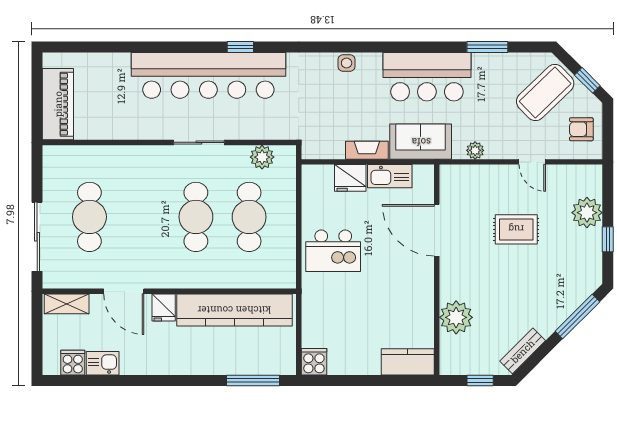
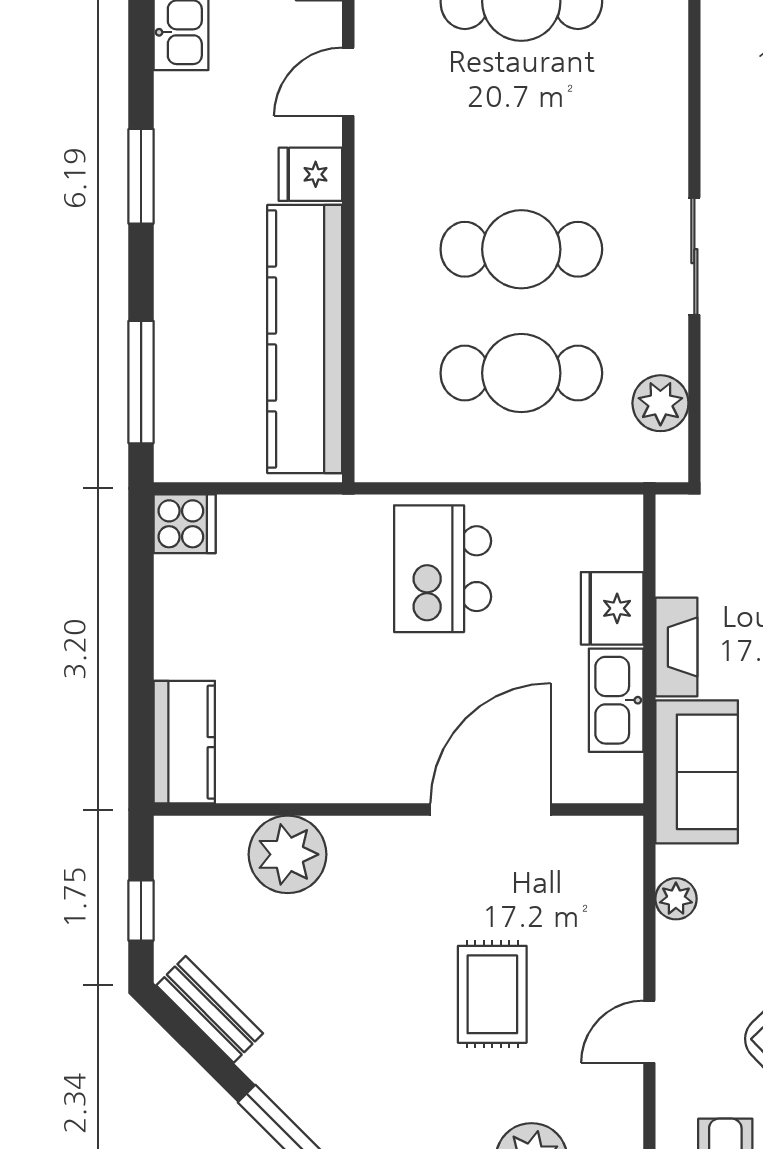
door: (124, 291) -> (348, 82), width x0.73
window: (165, 380) -> (141, 176), added

